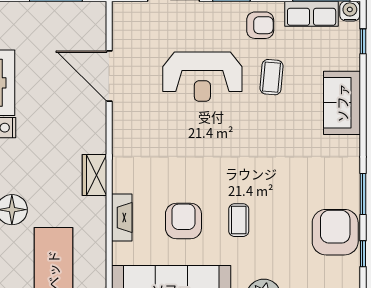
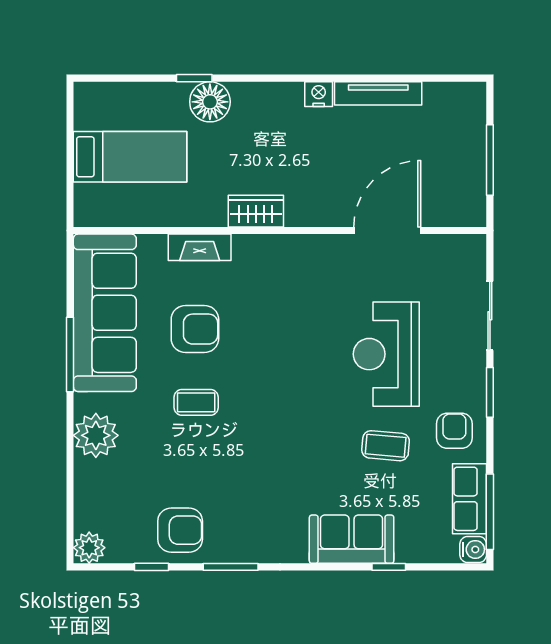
armchair: (260, 25) -> (454, 431), turned 180
window: (363, 41) -> (389, 567), moved
armchair: (335, 232) -> (180, 530), width x0.73, depth x0.73

